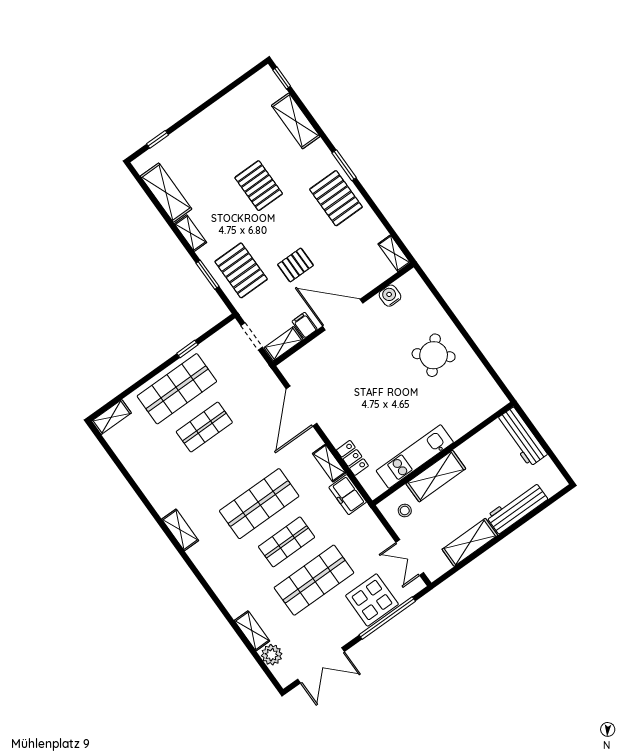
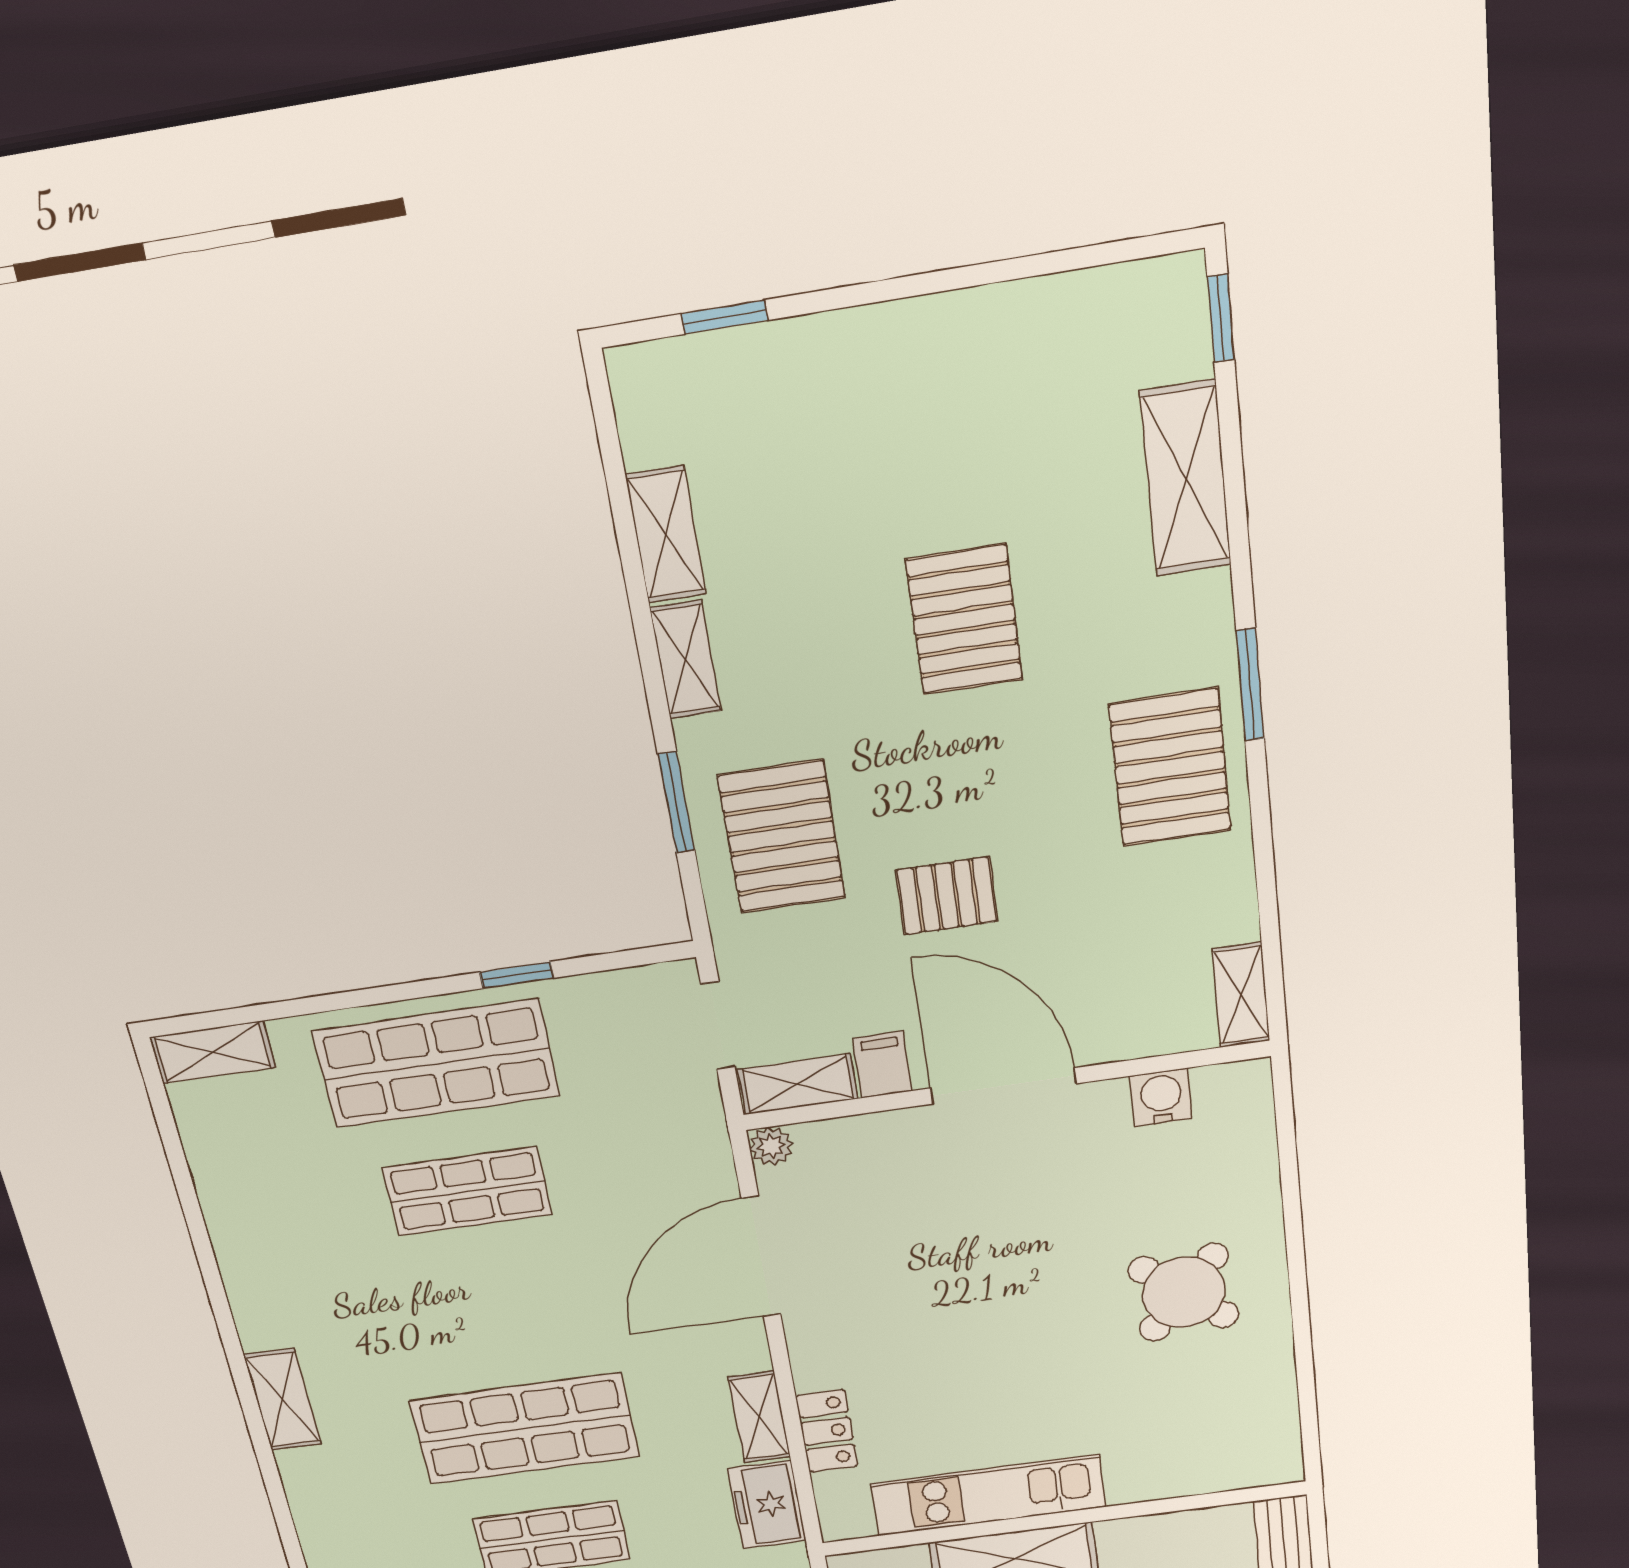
shelving: (166, 193) -> (666, 535), width x0.67, depth x0.75
plant: (286, 368) -> (771, 1146), added

